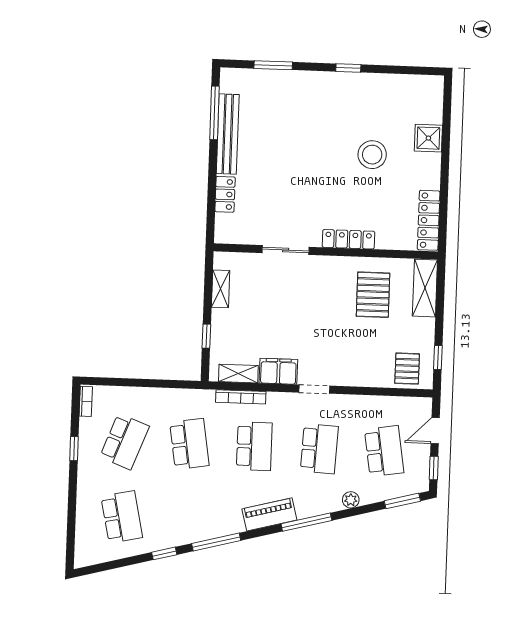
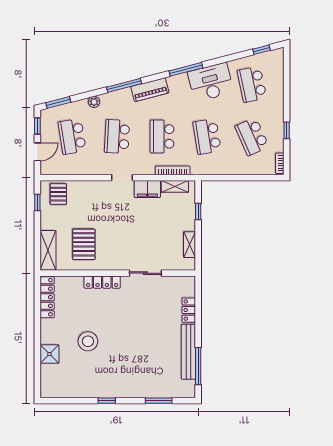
school desk: (125, 442) -> (252, 136), turned -45
desk: (181, 522) -> (211, 82), added
window: (164, 553) -> (262, 50), moved

